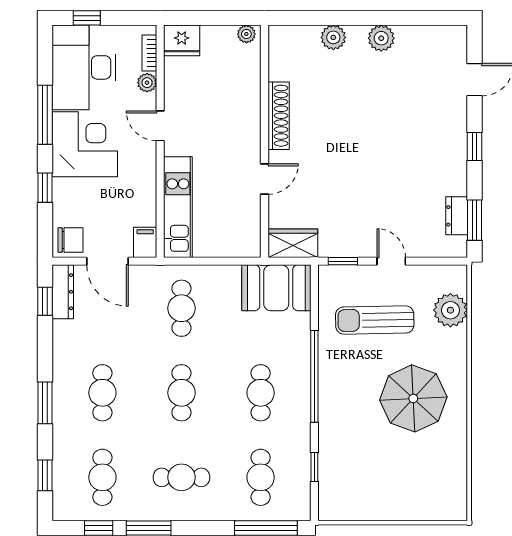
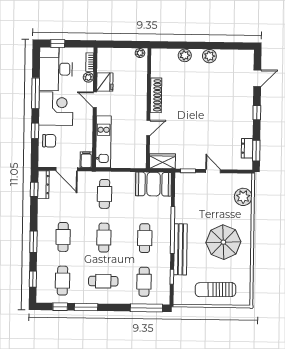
fridge: (182, 40) -> (105, 82), moved, turned -90
chair: (71, 240) -> (49, 141), moved
sun lounger: (375, 320) -> (215, 290), moved
bench: (330, 414) -> (180, 249), added

